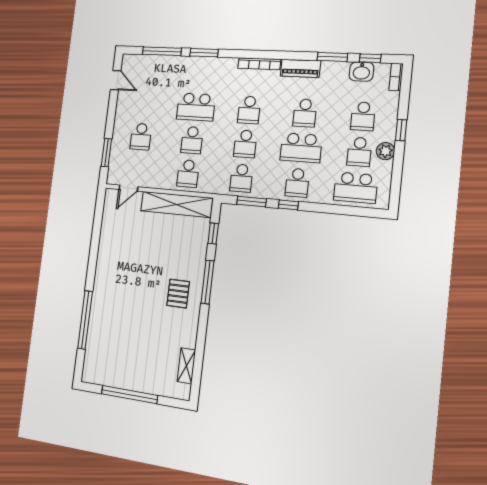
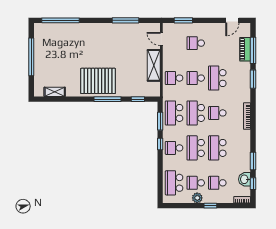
piano: (300, 68) -> (245, 49), moved
school desk: (305, 113) -> (217, 148), width x1.85
school desk: (245, 144) -> (196, 113), width x1.85
school desk: (241, 178) -> (174, 113), width x1.85
shelving: (176, 204) -> (154, 65), width x0.68
window: (95, 240) -> (126, 20), added
pallet: (178, 294) -> (98, 81), width x2.05, depth x2.00
window: (85, 320) -> (60, 20), moved

